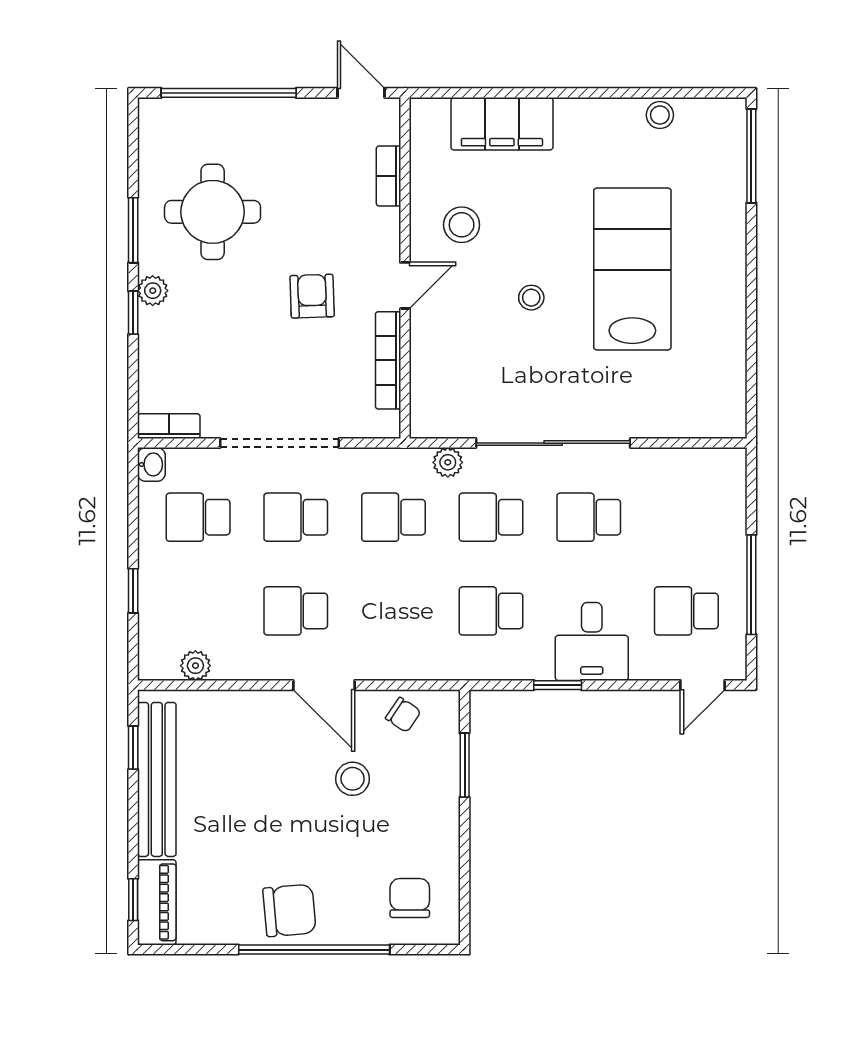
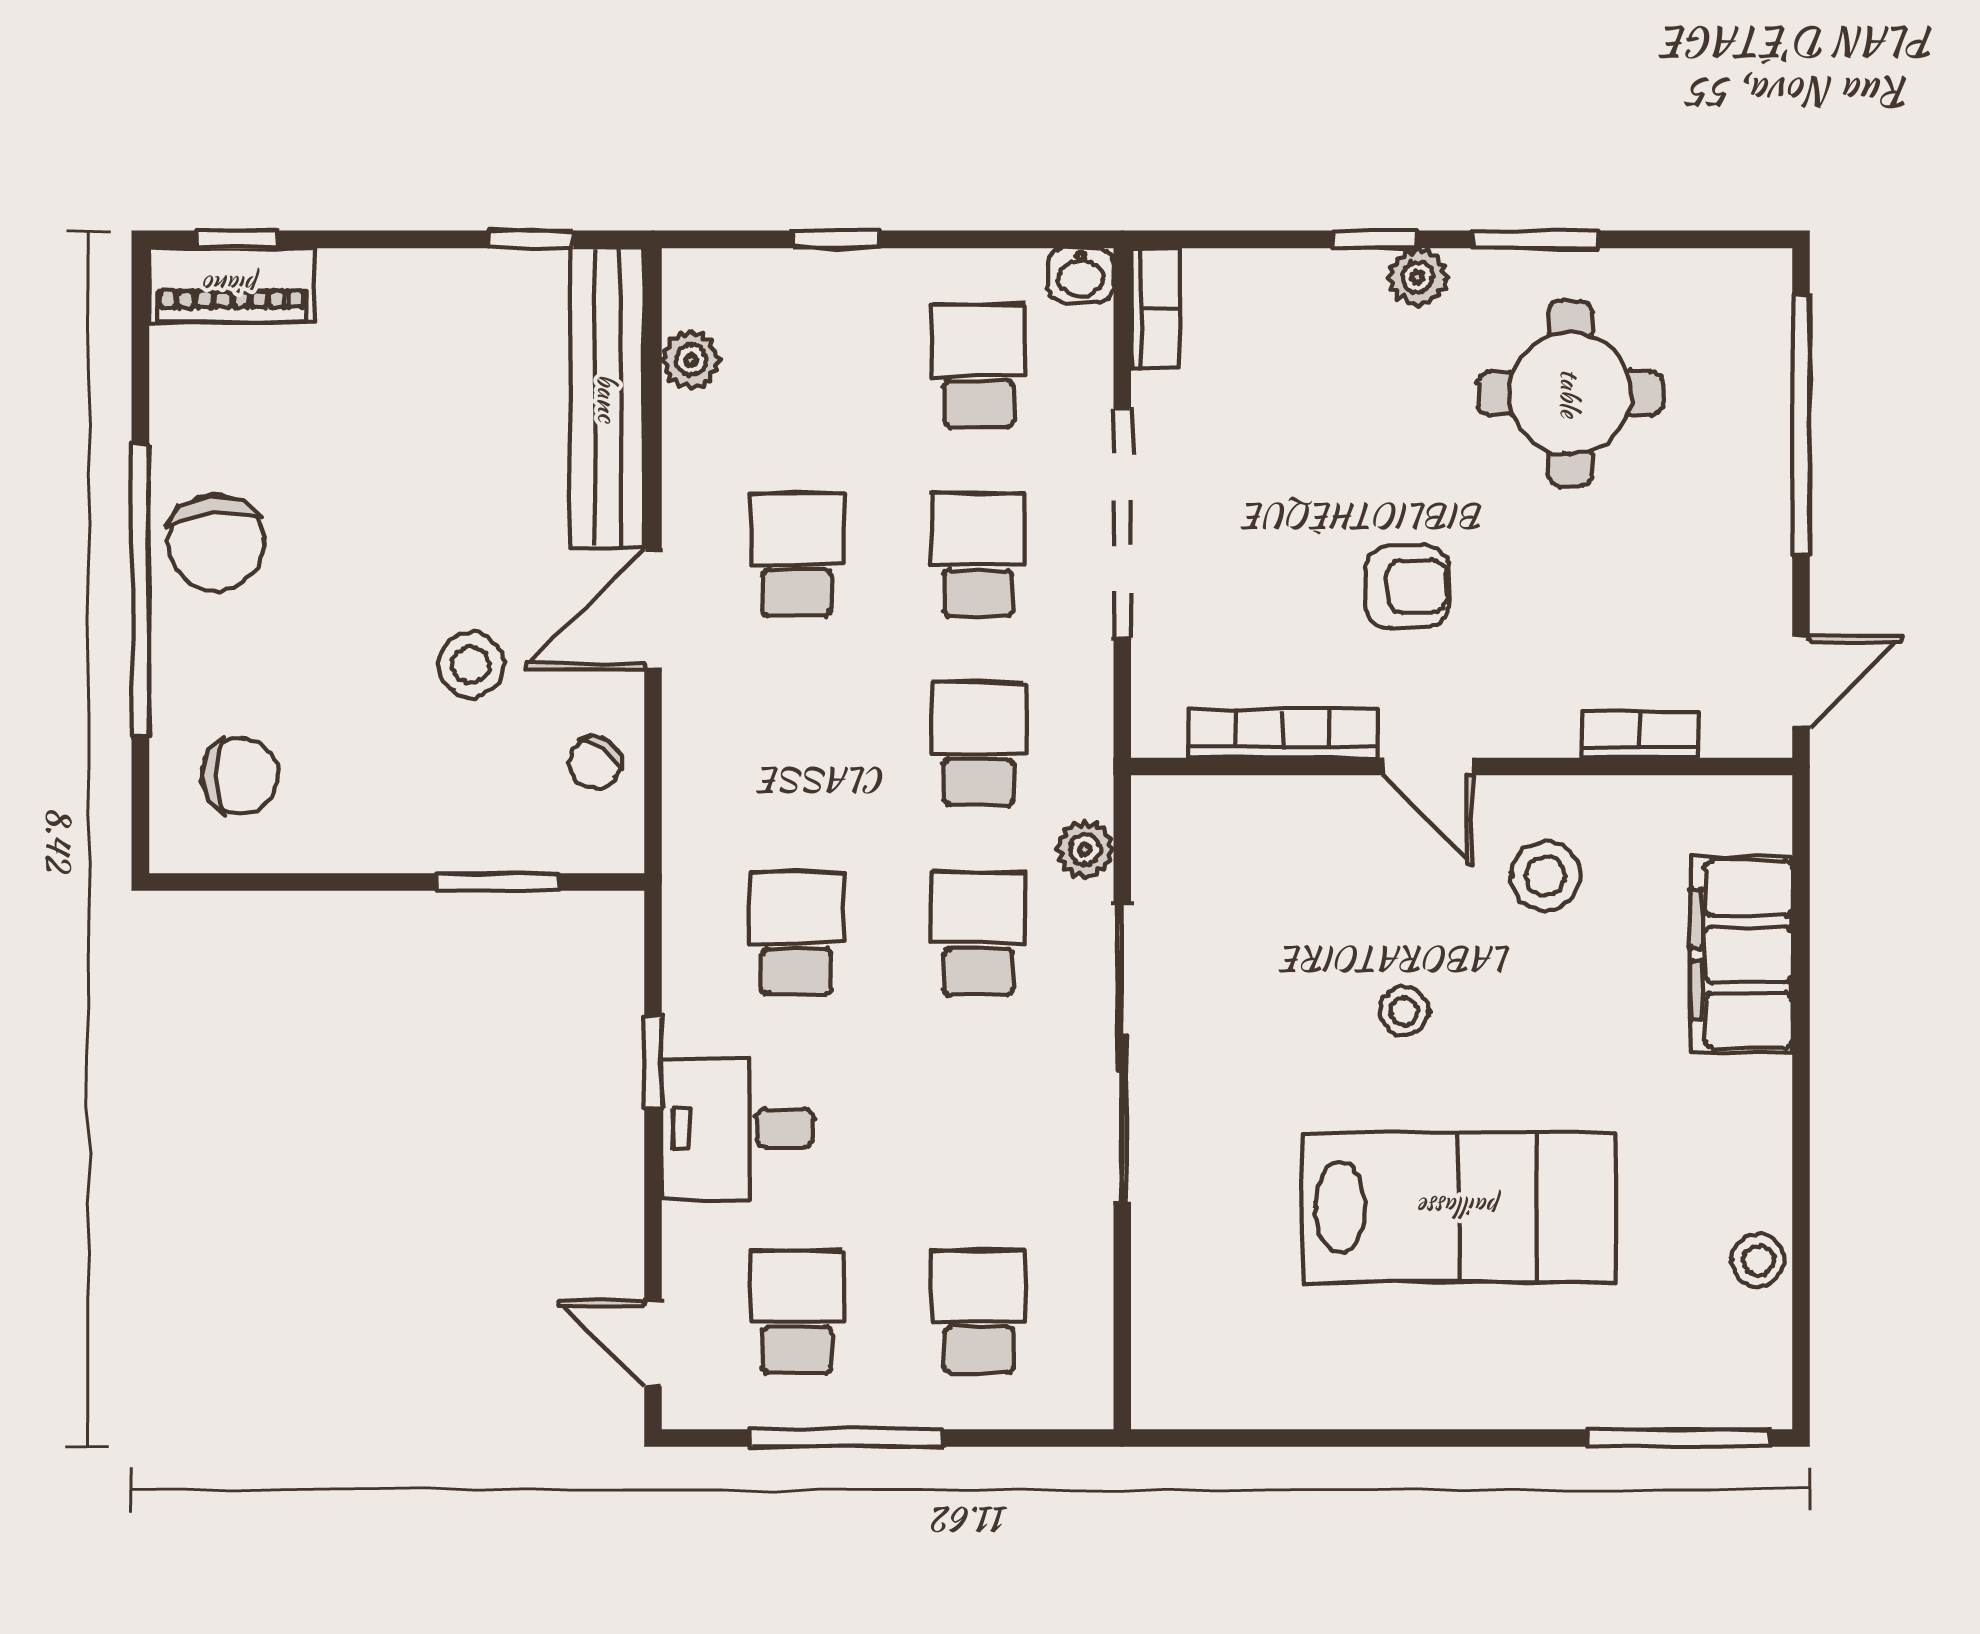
school desk: (589, 517) -> (978, 1312), moved
bench: (157, 779) -> (607, 398), moved, turned 90

